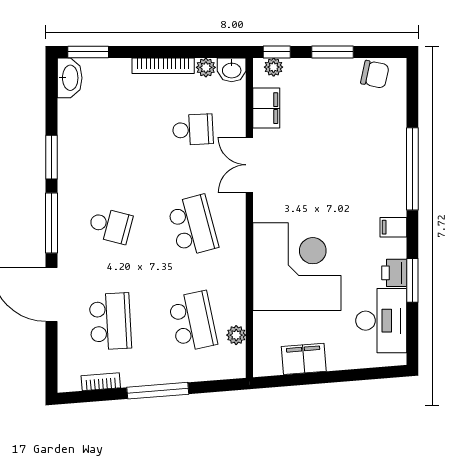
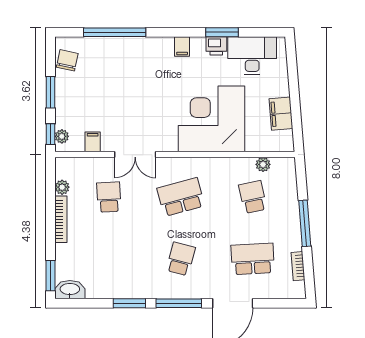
washbasin: (232, 70) -> (64, 168), removed
filing cabinet: (266, 108) -> (93, 142), width x0.50
window: (412, 169) -> (115, 32), moved
school desk: (193, 321) -> (253, 197), width x0.54

